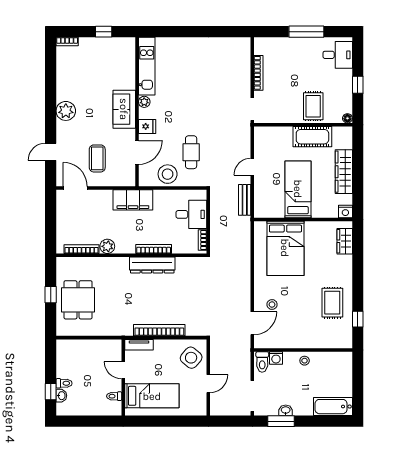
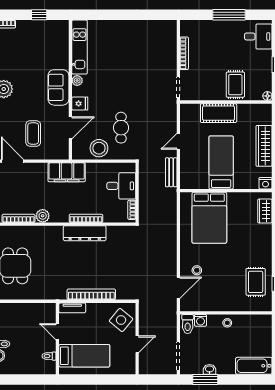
cot: (312, 137) -> (219, 113), moved
rug: (332, 303) -> (256, 282), moved

